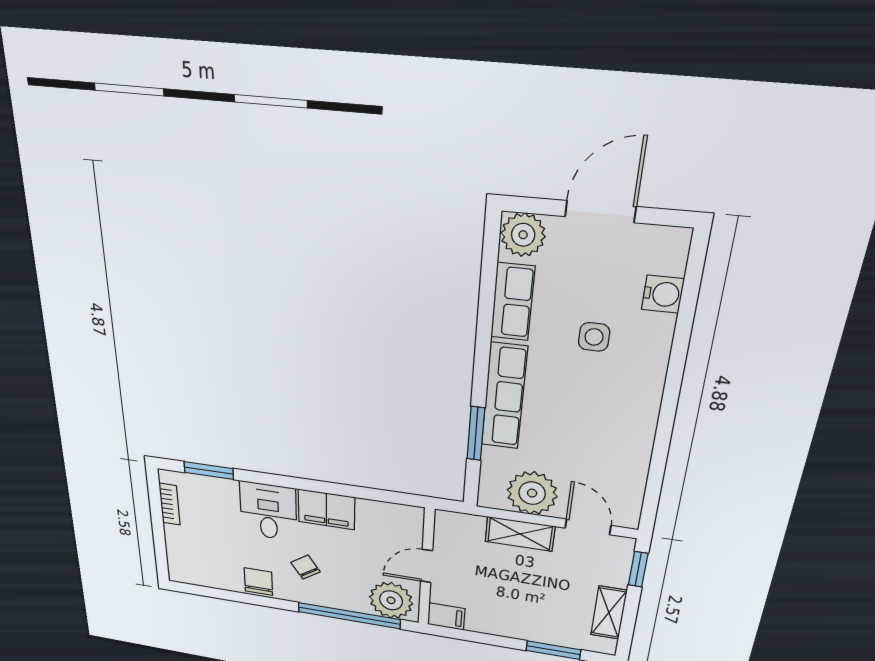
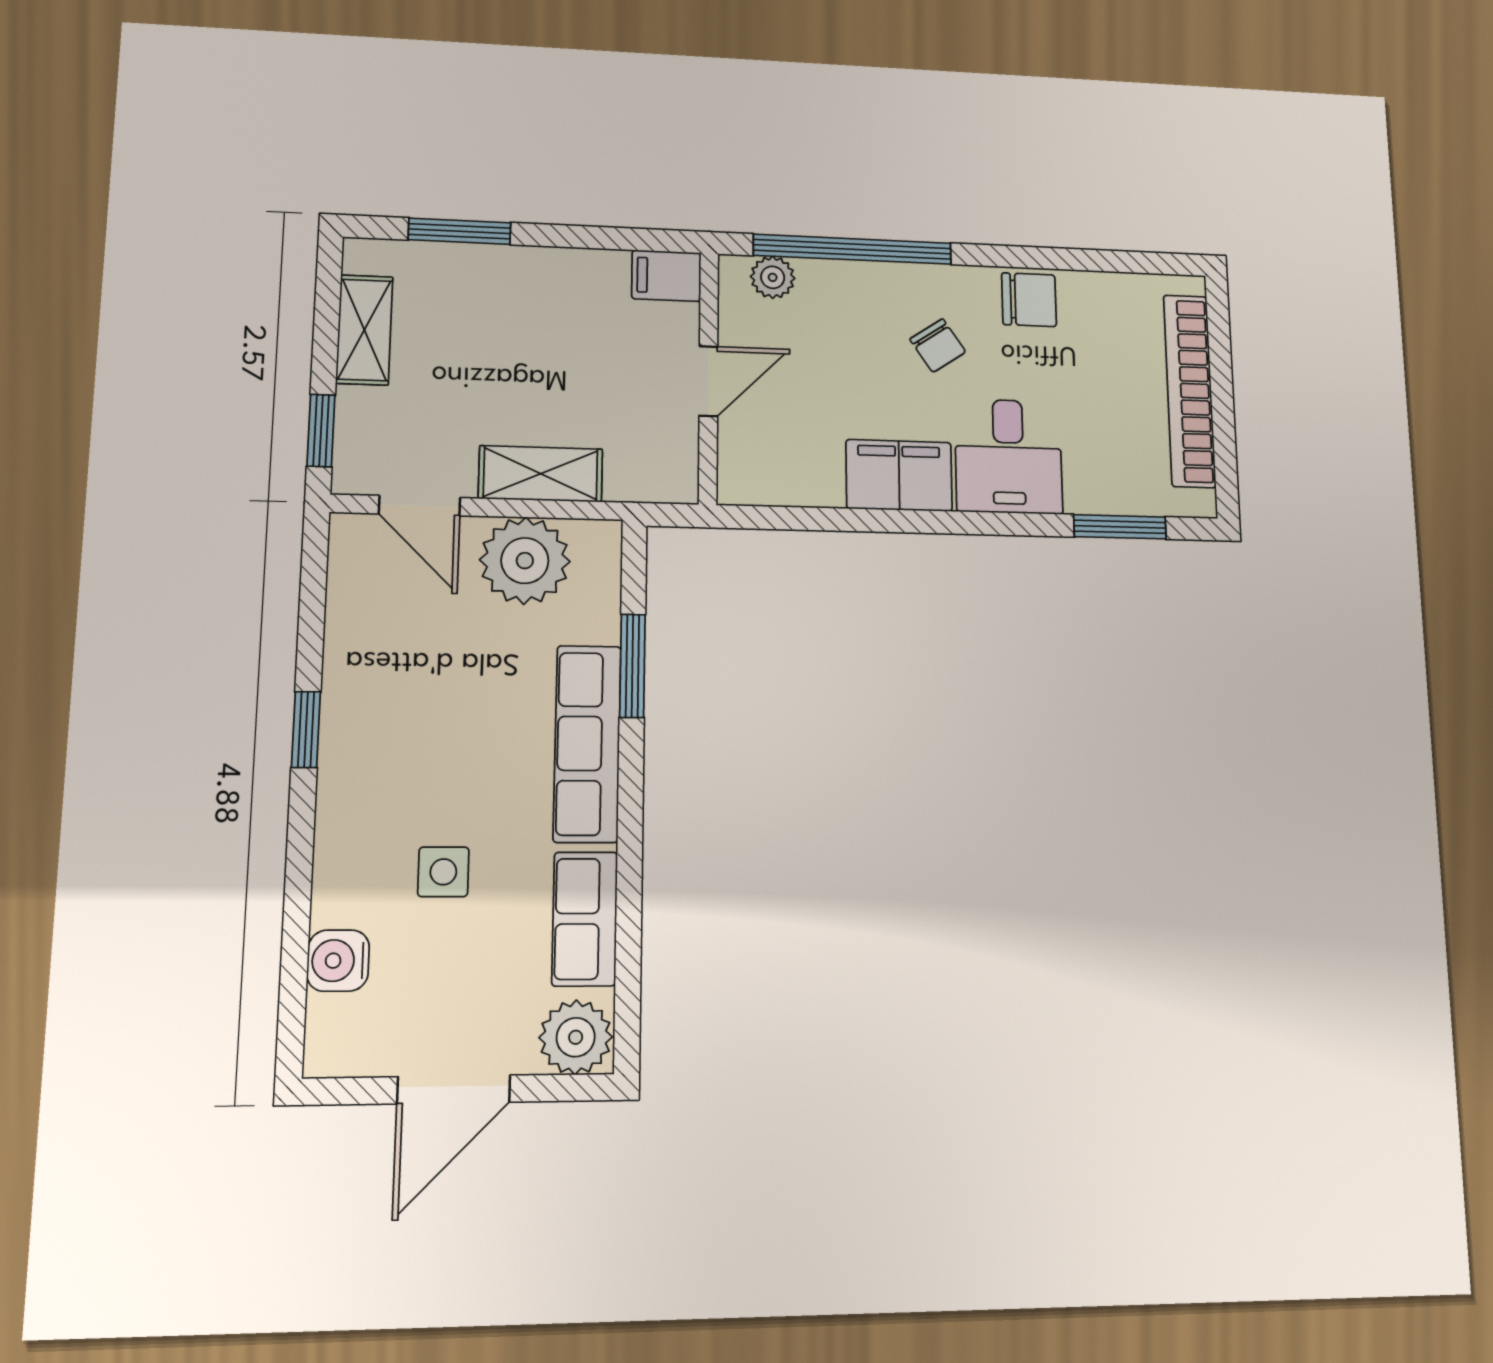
window: (666, 422) -> (306, 730), added
bookcase: (170, 504) -> (1190, 391), width x2.31, depth x1.31
chair: (258, 582) -> (1029, 300), turned -90
plant: (391, 600) -> (773, 277), width x0.53, depth x0.53

